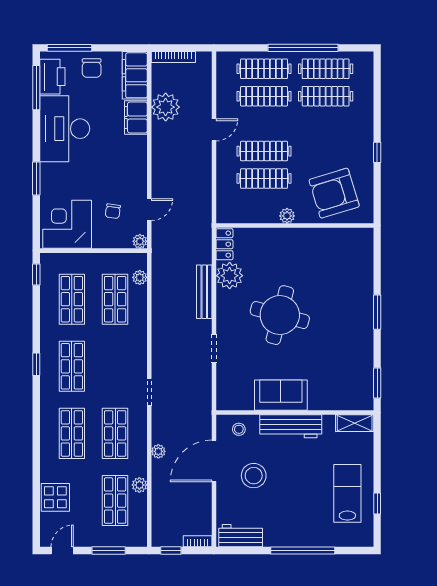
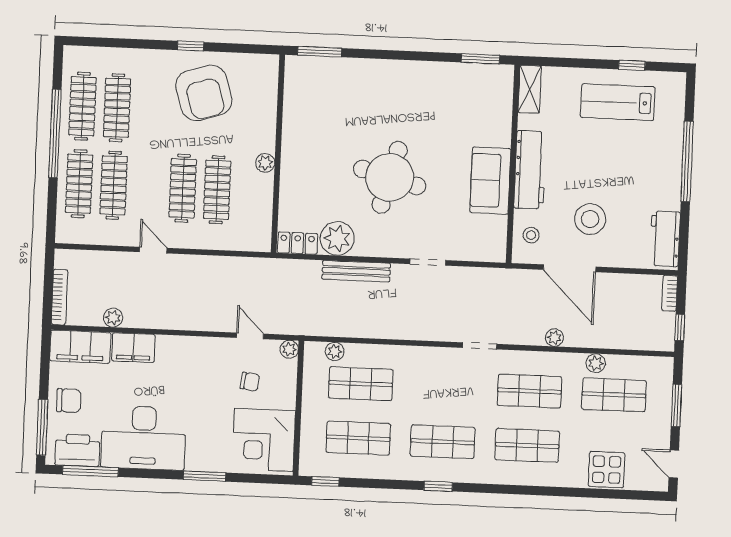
plant: (166, 107) -> (113, 318), width x0.53, depth x0.53
armchair: (334, 193) -> (204, 93), moved
window: (377, 312) -> (320, 52), moved

